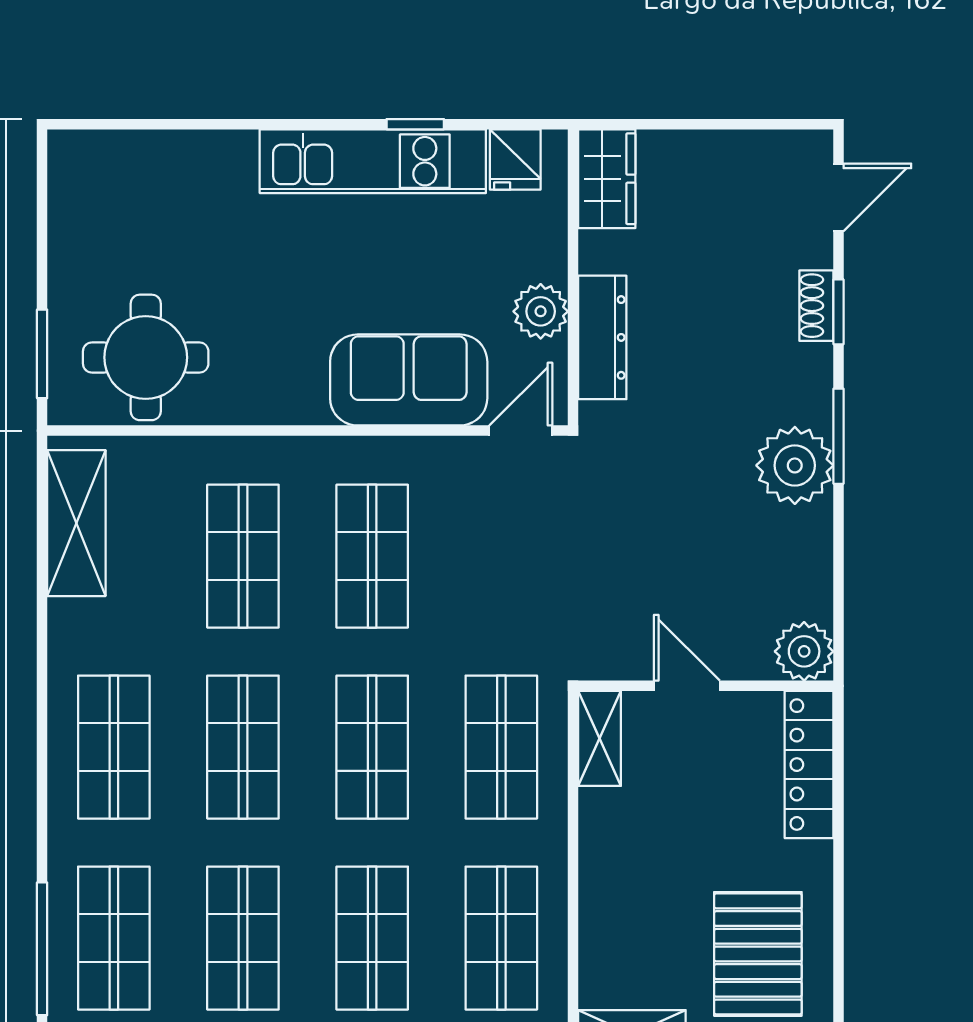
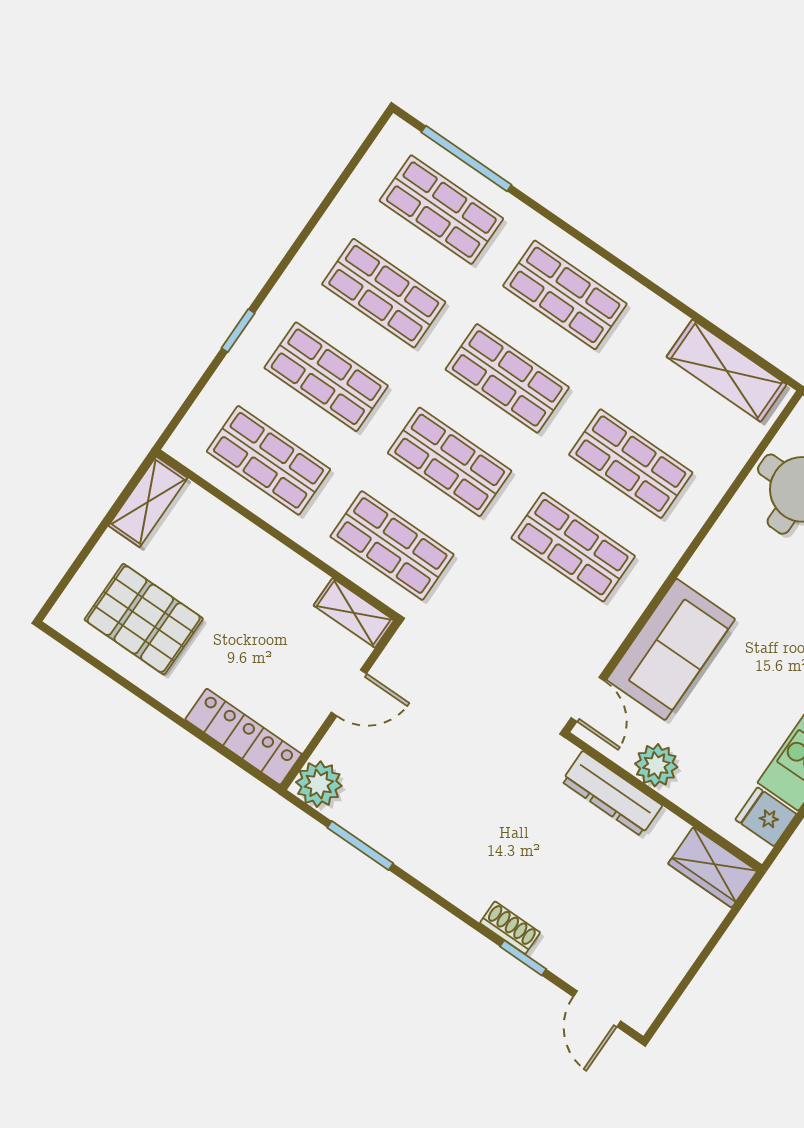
shoe rack: (816, 306) -> (510, 928), moved
window: (839, 436) -> (360, 845), moved
plant: (795, 465) -> (443, 861), removed

